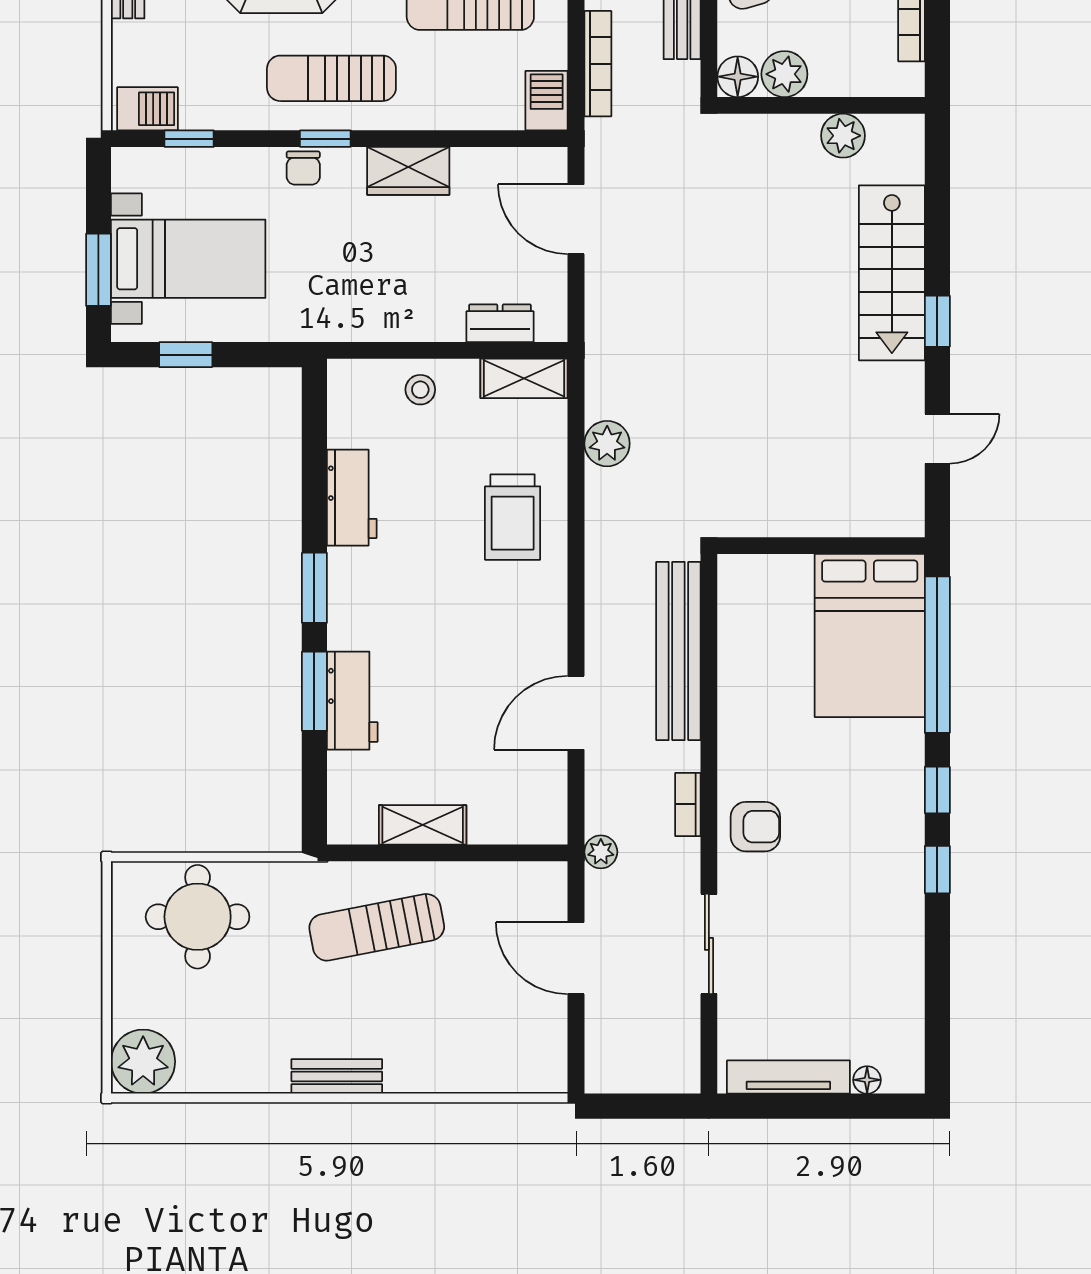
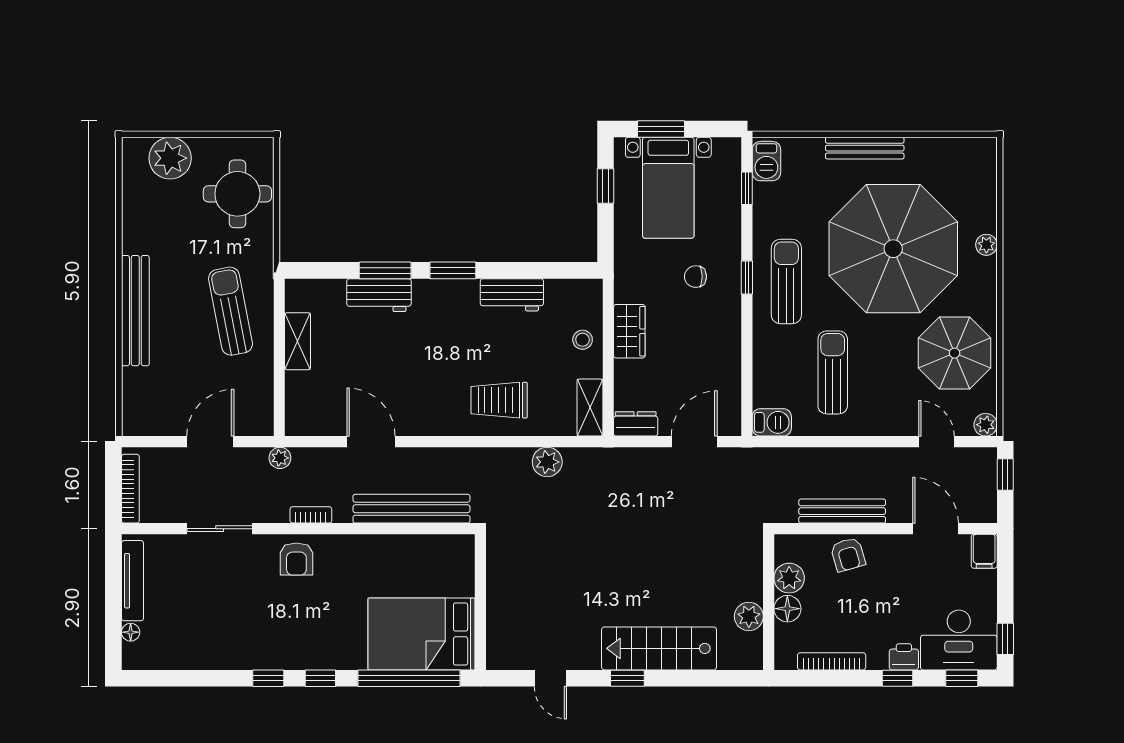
bookcase: (598, 64) -> (130, 489), moved, turned -90
floor lamp: (738, 77) -> (787, 609), moved
chair: (303, 168) -> (695, 277), moved
wardrobe: (408, 171) -> (629, 331), moved, turned 180
dresser: (500, 323) -> (636, 424), moved, turned -90
plant: (143, 1062) -> (170, 158), moved
bench: (337, 1076) -> (135, 311), width x1.86, depth x1.21

